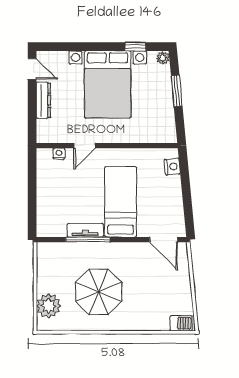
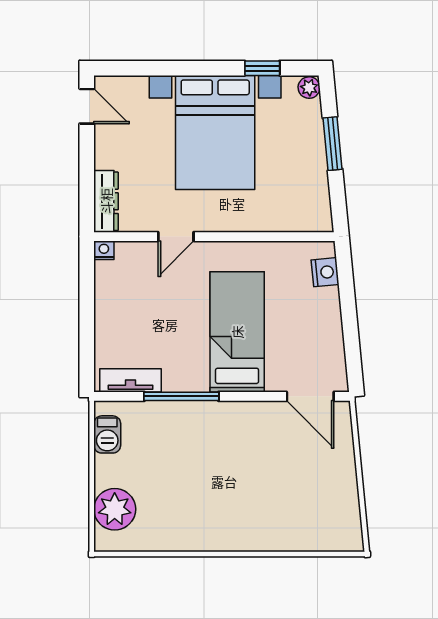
dresser: (43, 100) -> (106, 201), moved
nightstand: (59, 154) -> (104, 250), moved
tv unit: (85, 230) -> (130, 380), moved
parasol: (99, 292) -> (200, 485), removed
barbecue: (181, 323) -> (107, 434), moved, turned 90

